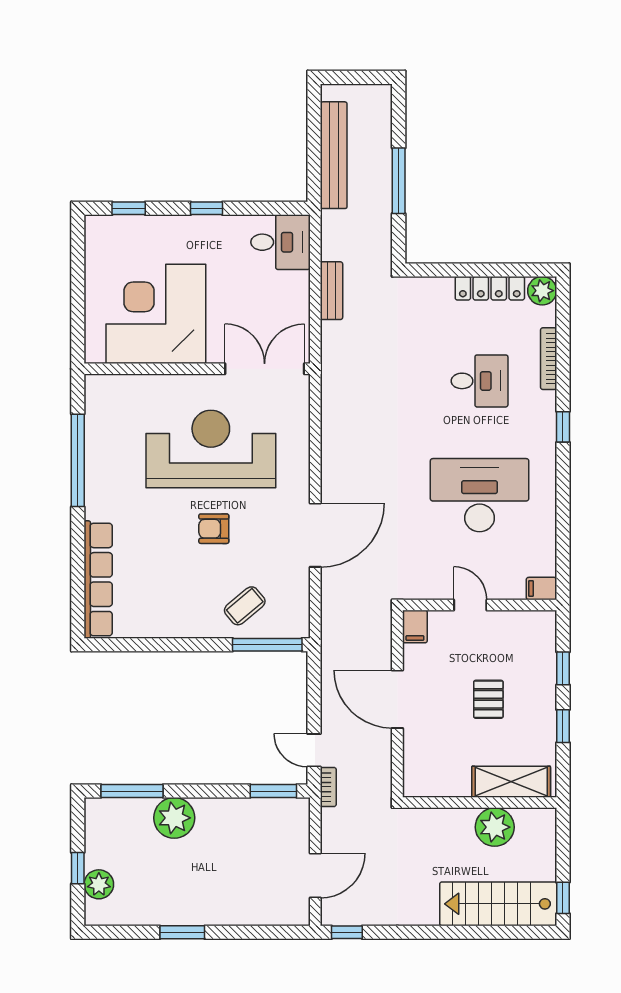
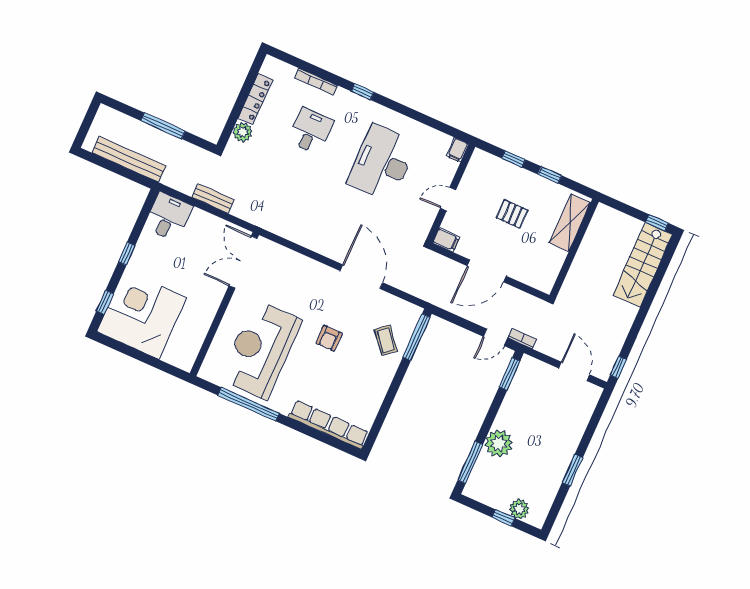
plant: (542, 291) -> (242, 132), moved
corner desk: (156, 314) -> (142, 315), moved, turned 90
reception desk: (211, 449) -> (261, 349), moved
plant: (495, 827) -> (594, 246), removed

